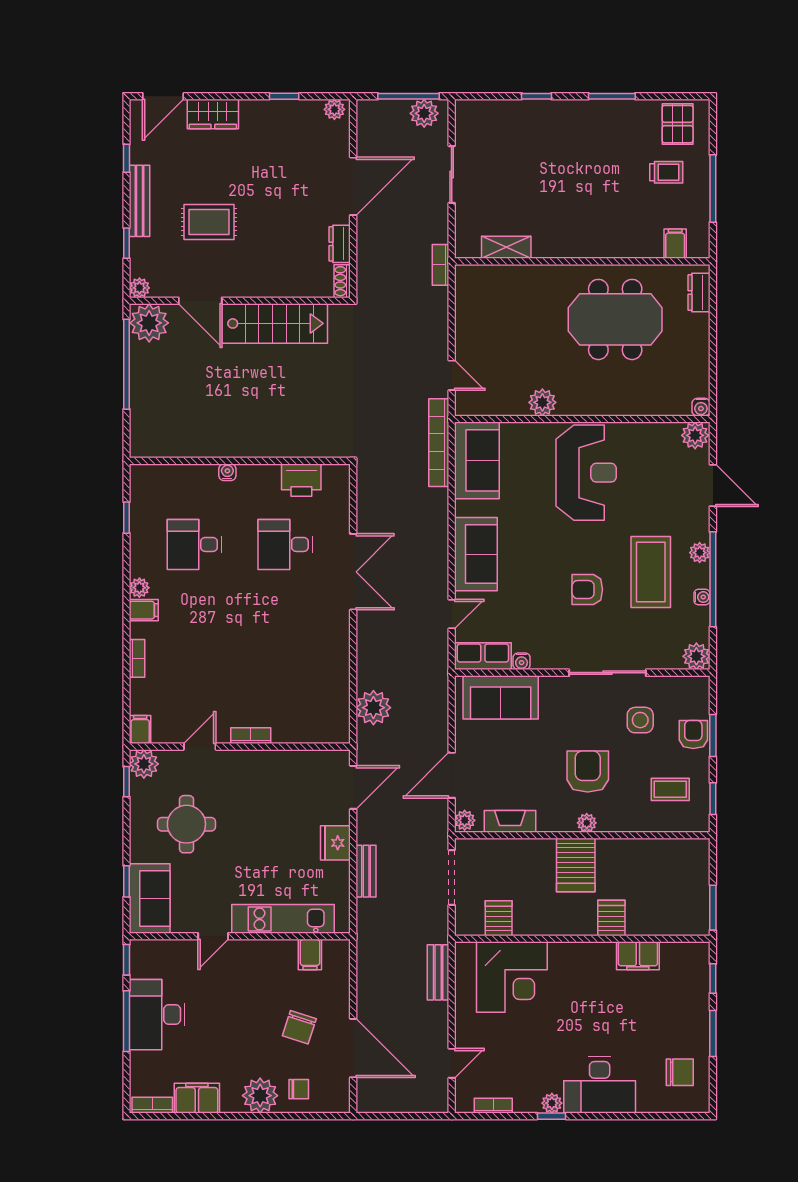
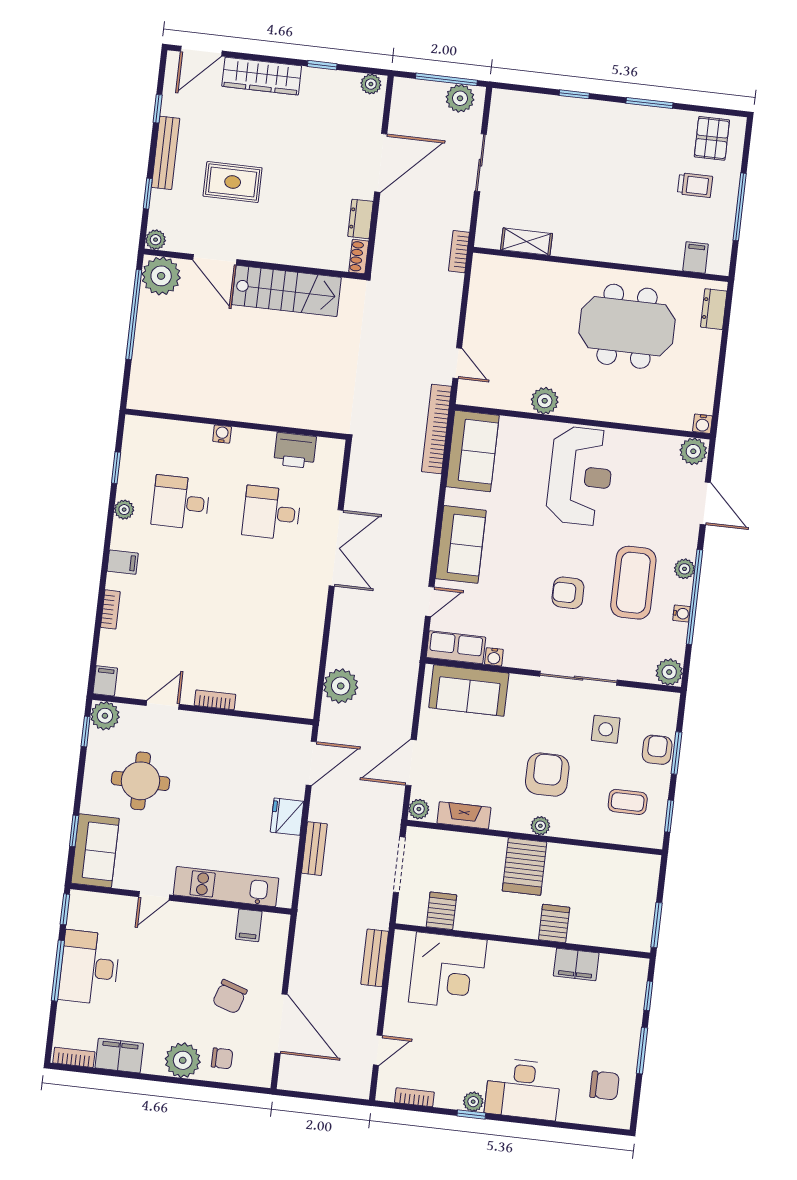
wardrobe: (213, 114) -> (262, 76), width x1.50
plant: (139, 588) -> (124, 510), moved

